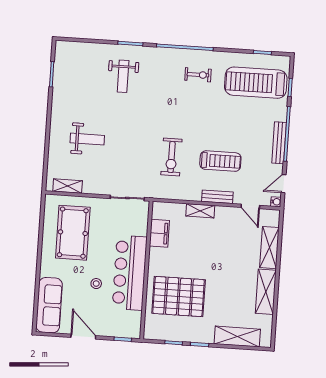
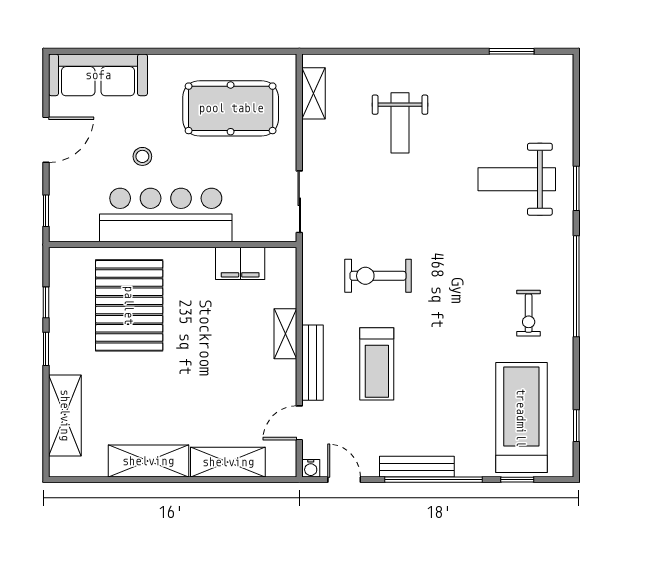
weight bench: (123, 76) -> (517, 179), width x1.36, depth x1.33
bench: (217, 197) -> (312, 363), width x1.36

